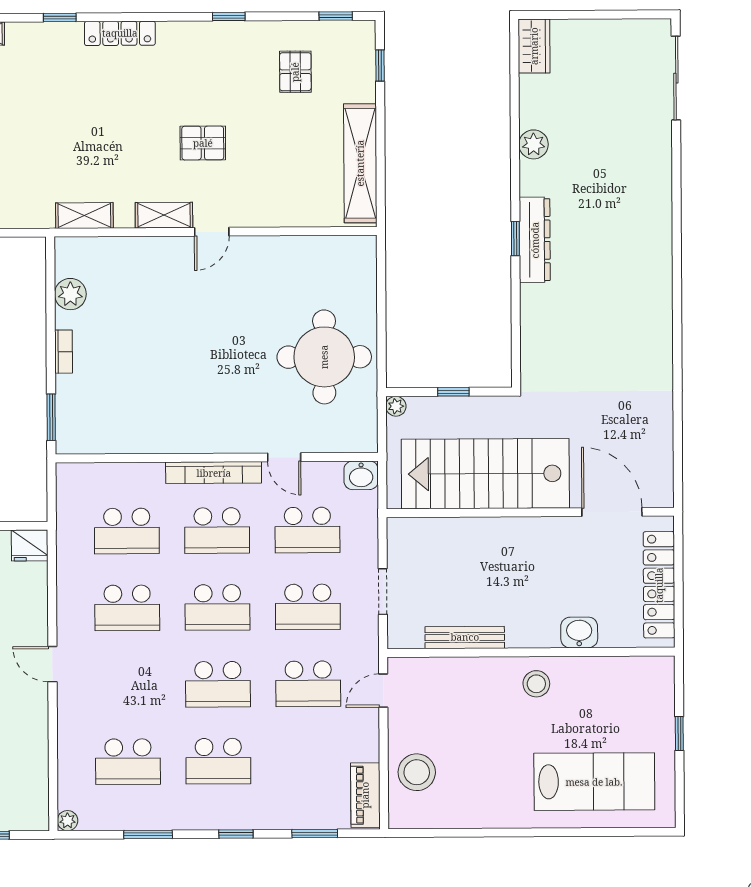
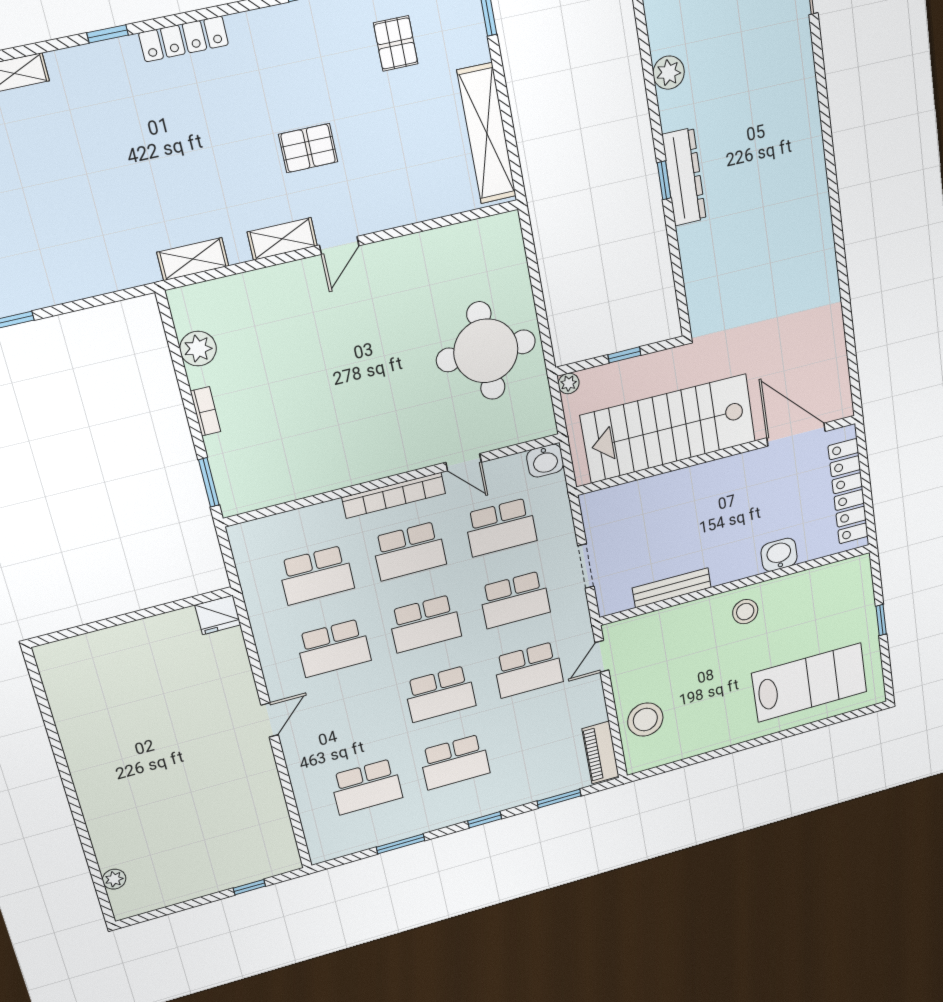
door: (52, 664) -> (270, 720), swing flipped
plant: (67, 821) -> (319, 854), removed

